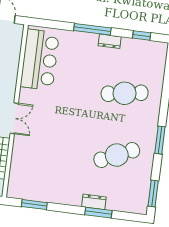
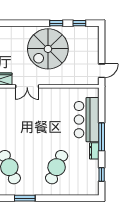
bar counter: (40, 60) -> (87, 120), moved, turned 90
cafe table: (125, 93) -> (57, 167), turned 33

